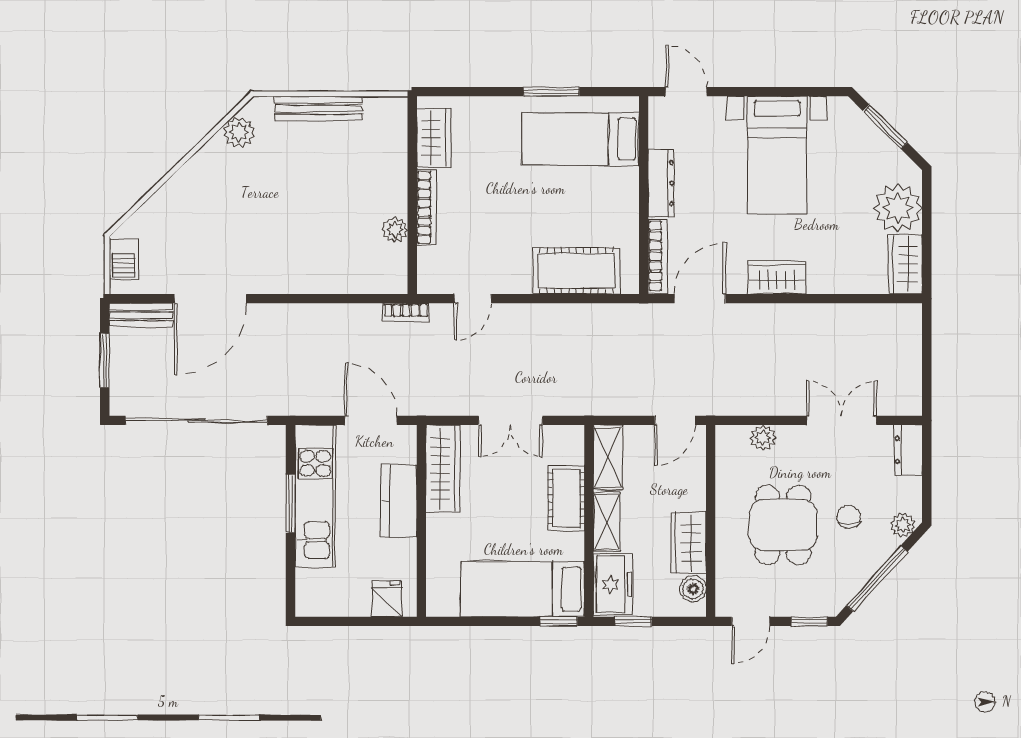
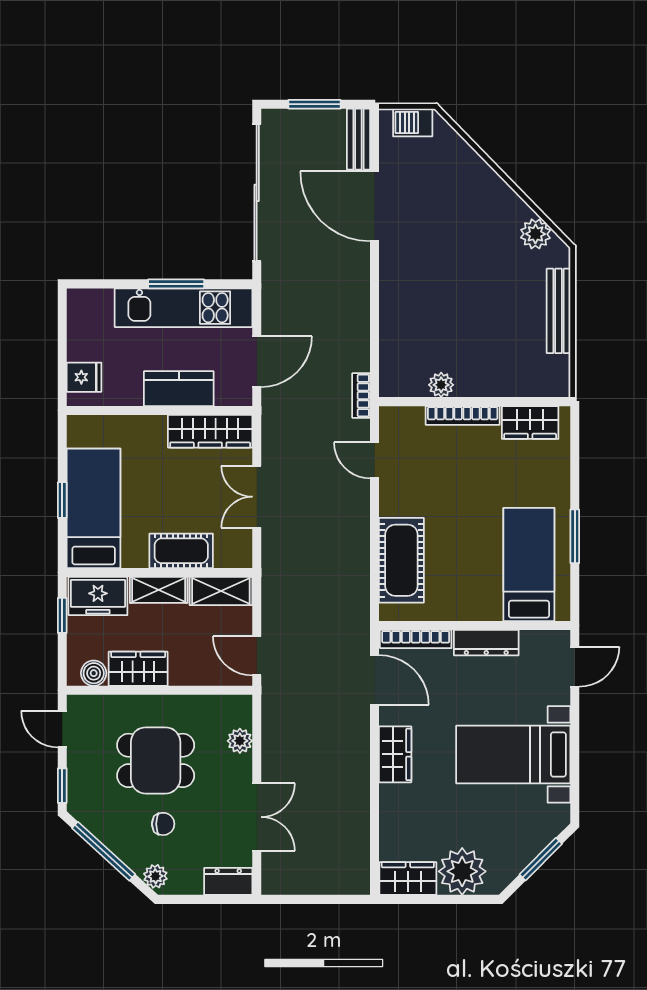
window: (559, 621) -> (62, 500), moved

